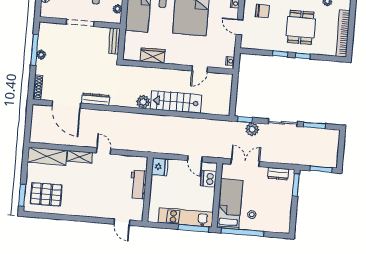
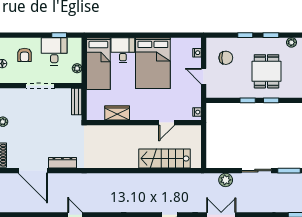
plant: (143, 102) -> (111, 161), removed
stairs: (176, 102) -> (165, 158), moved
window: (245, 119) -> (217, 171), removed

